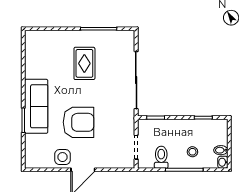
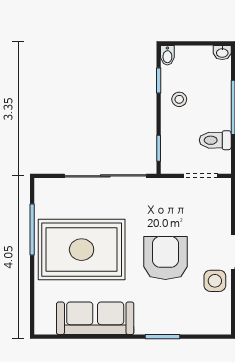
rug: (84, 63) -> (82, 250), width x1.86, depth x2.06
sofa: (36, 106) -> (95, 318), moved
bidet: (221, 150) -> (167, 55), moved
stool: (192, 152) -> (179, 99), moved

